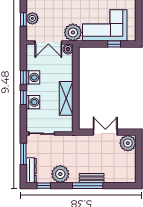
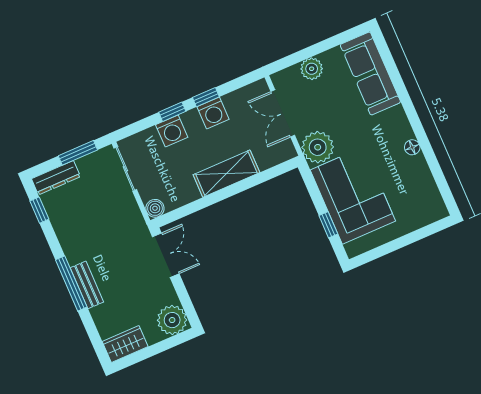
window: (23, 19) -> (303, 55), removed
boiler: (68, 49) -> (155, 208), moved
shelving: (66, 98) -> (226, 174), moved
double door: (105, 132) -> (166, 255), moved
wardrobe: (130, 172) -> (125, 344), added
plant: (60, 174) -> (71, 229), removed

